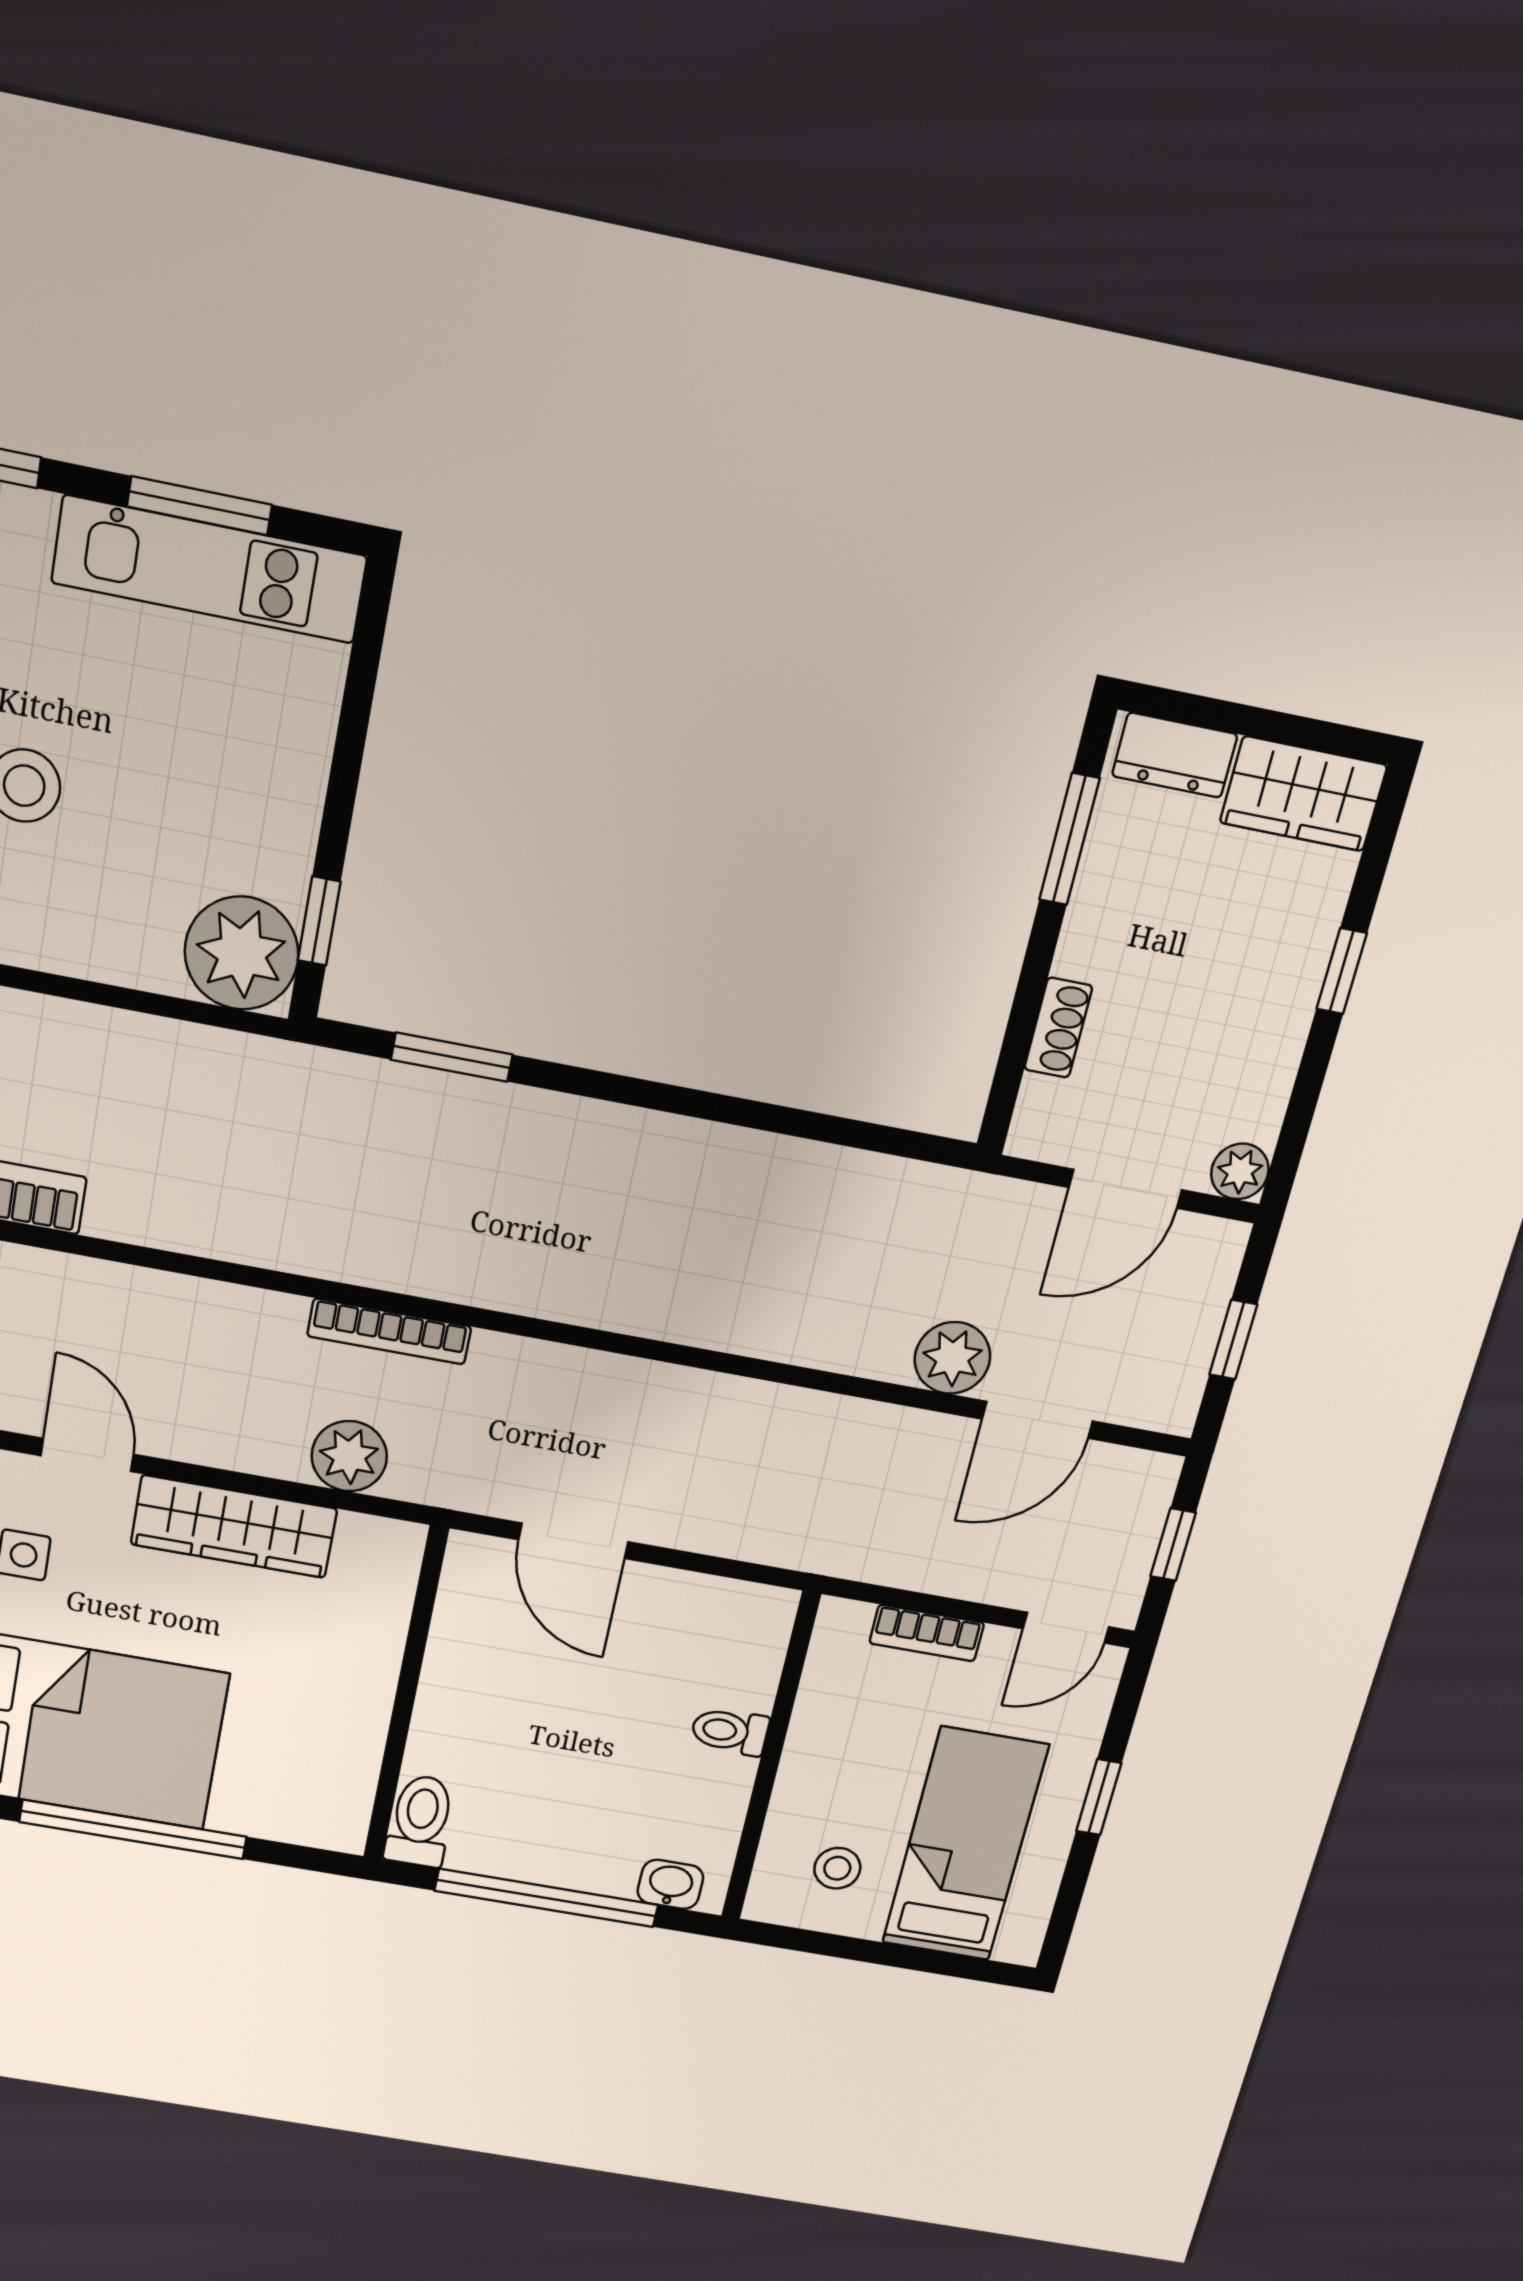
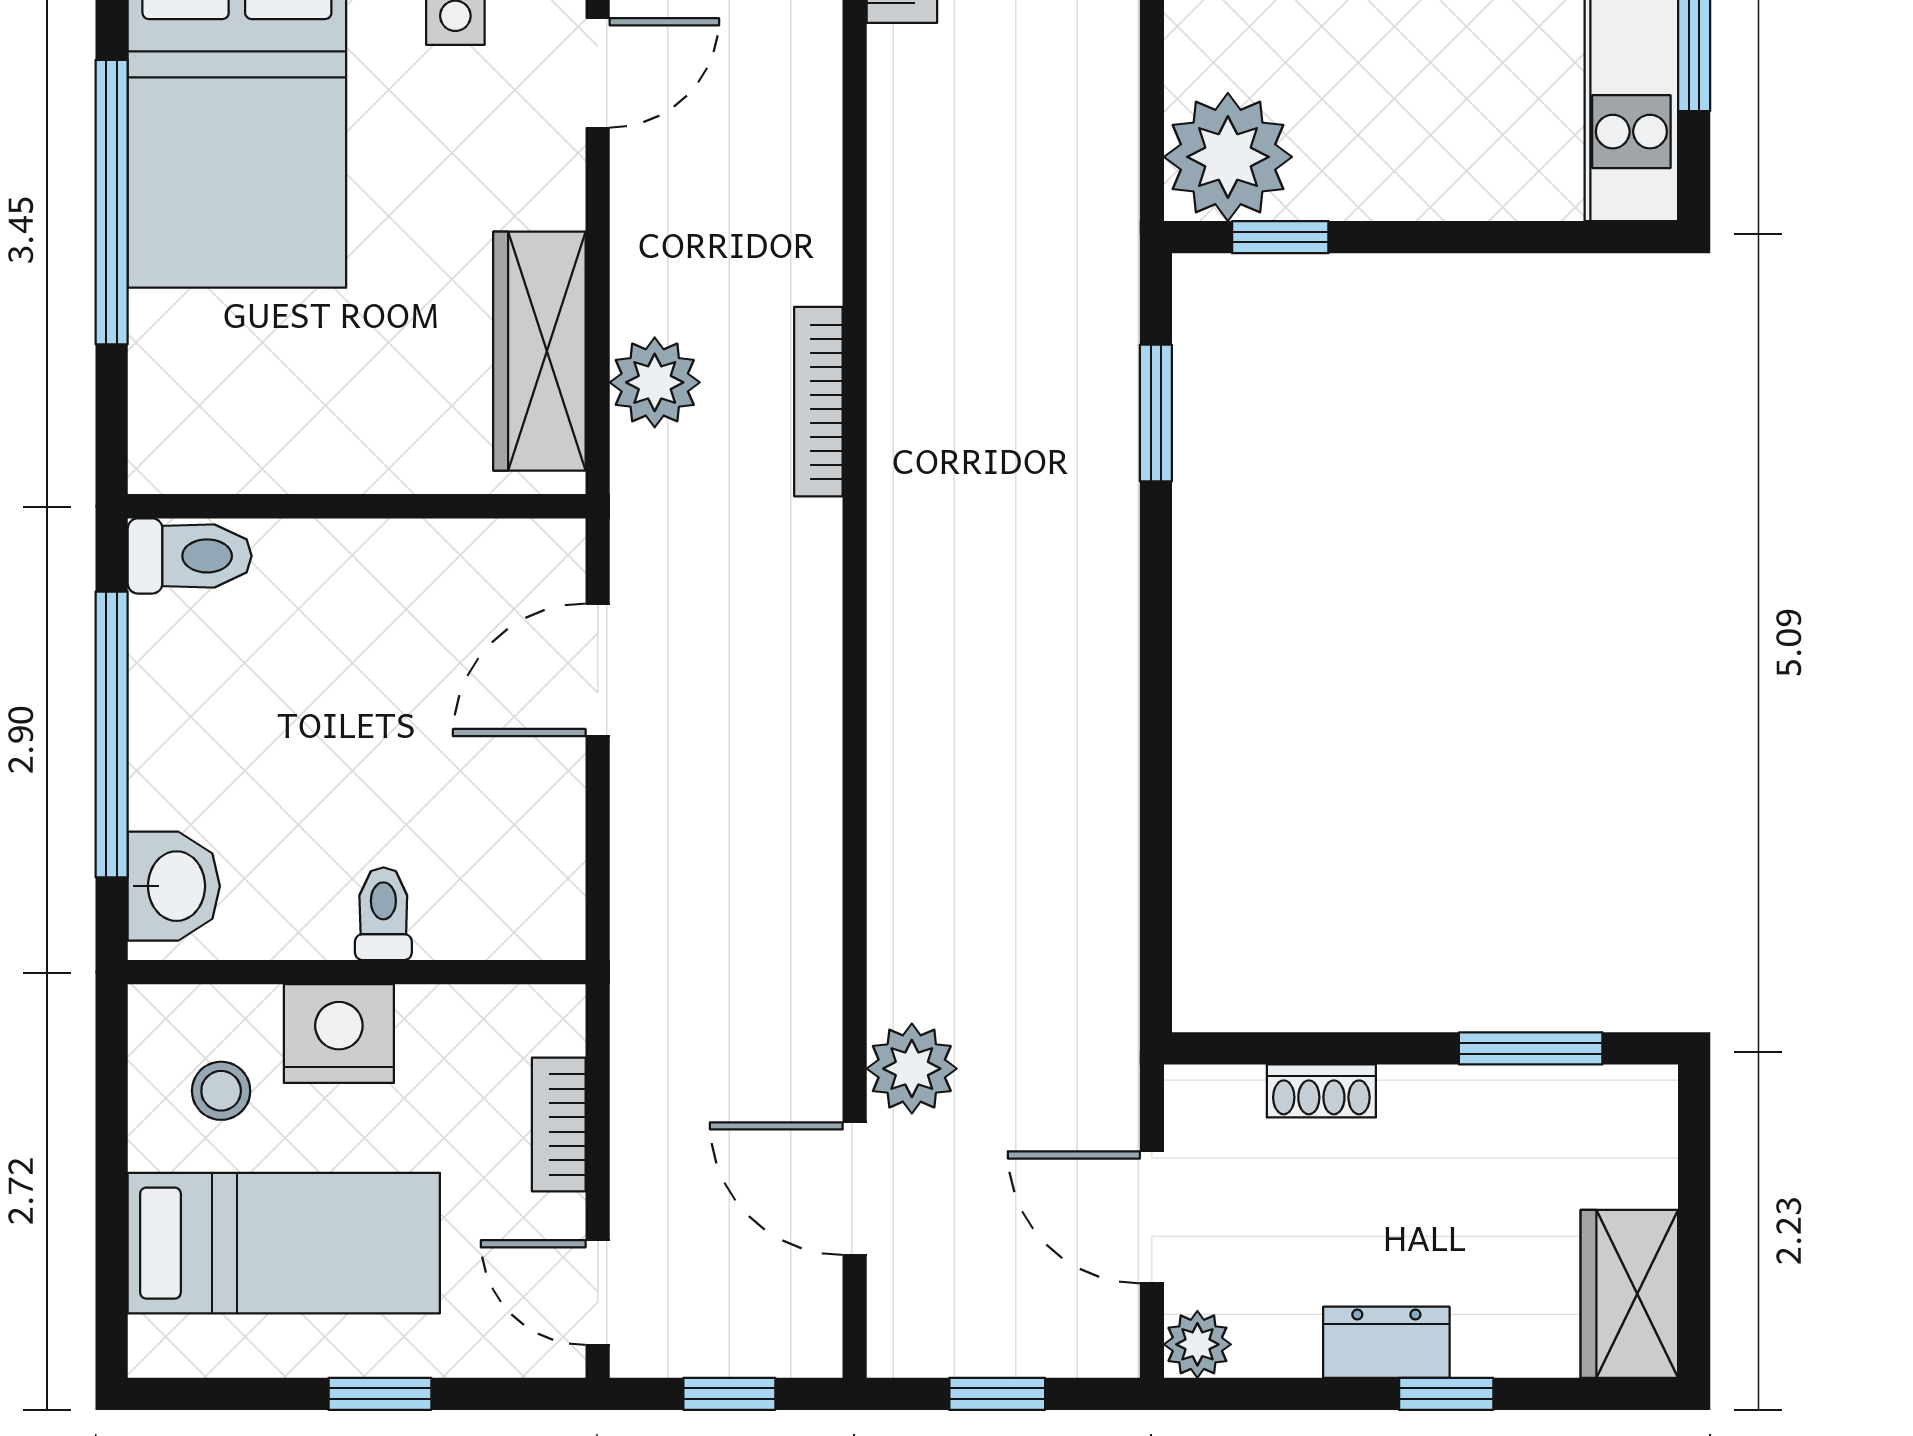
dresser: (1175, 755) -> (1386, 1342), moved, turned 90
wardrobe: (234, 1526) -> (539, 351), moved
nightstand: (815, 1779) -> (339, 1034), added
washbasin: (670, 1884) -> (174, 886), width x1.38, depth x1.45

